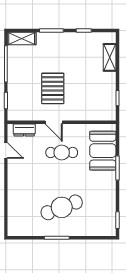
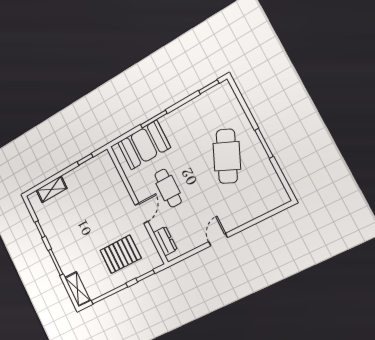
pallet: (53, 88) -> (121, 254), moved
door: (6, 151) -> (218, 240), moved
cafe table: (62, 207) -> (227, 156), turned 45

